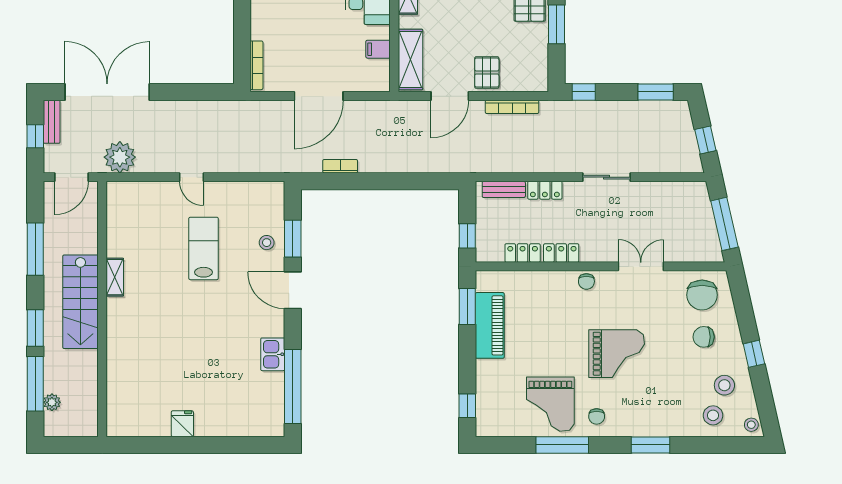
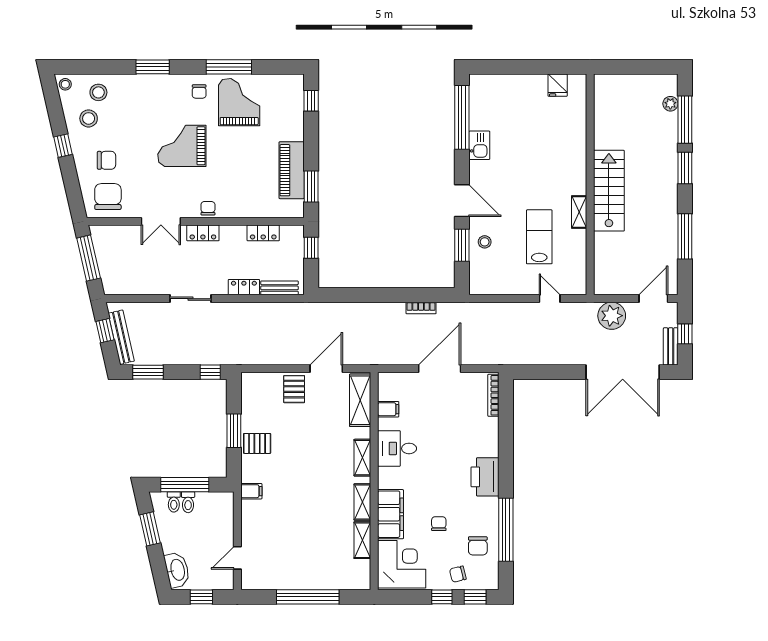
bookcase: (512, 107) -> (272, 359), removed
bench: (687, 133) -> (121, 337), added
lab bench: (204, 248) -> (539, 237), turned 180
locker: (561, 253) -> (203, 233), moved
shelving: (115, 277) -> (579, 212), moved
stairs: (80, 302) -> (609, 191), moved
wall: (102, 309) -> (590, 184), moved
chair: (597, 416) -> (199, 91), turned 180

